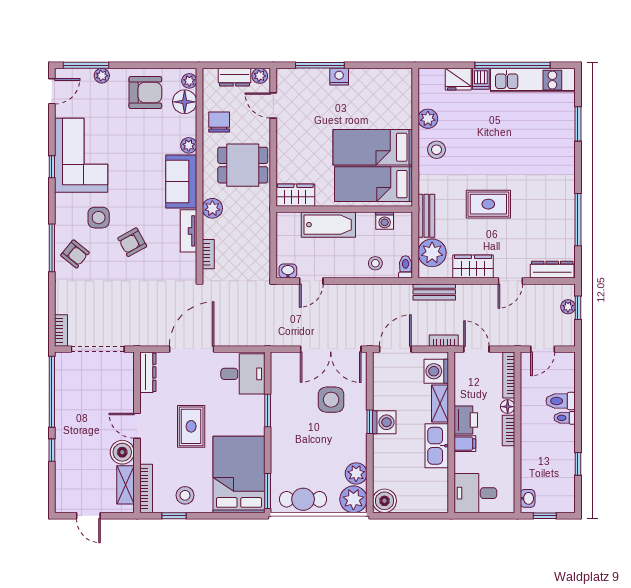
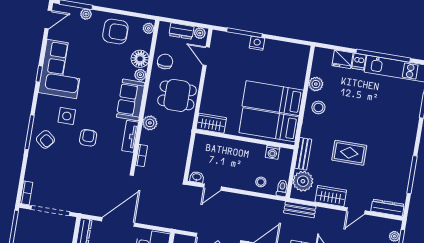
floor lamp: (185, 102) -> (140, 59), moved
bathtub: (328, 225) -> (232, 149), removed
armchair: (132, 242) -> (88, 138), turned 119

